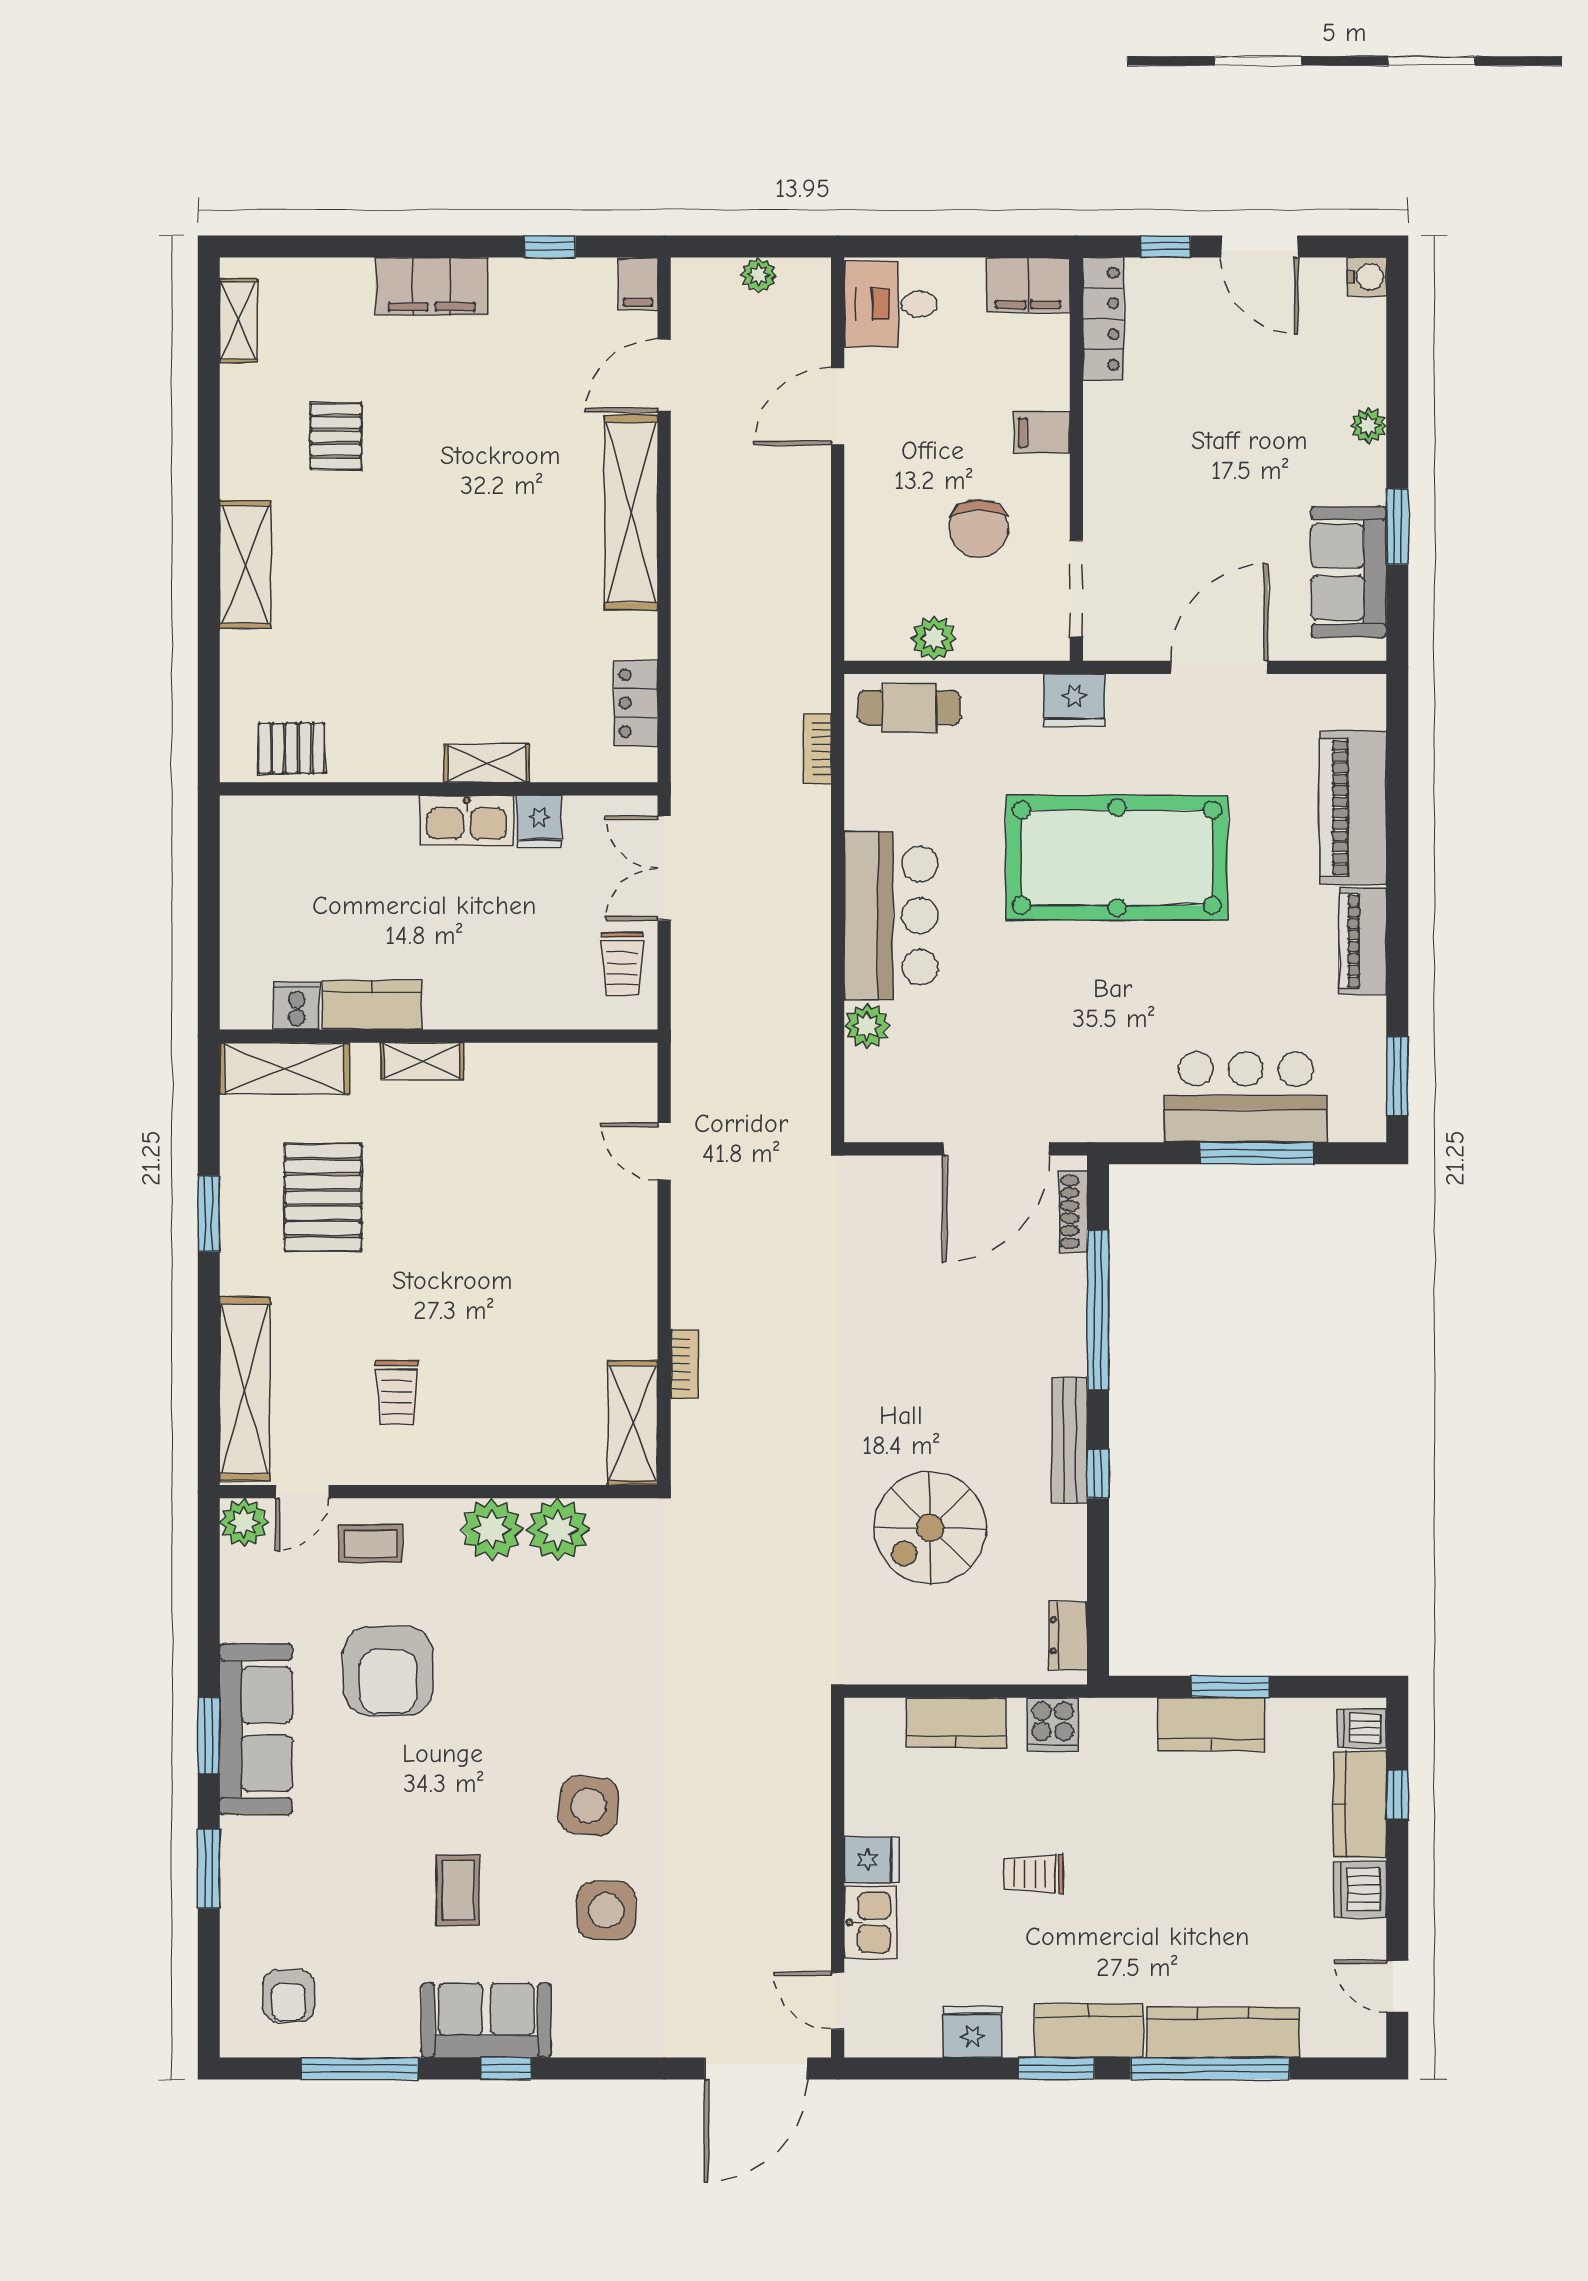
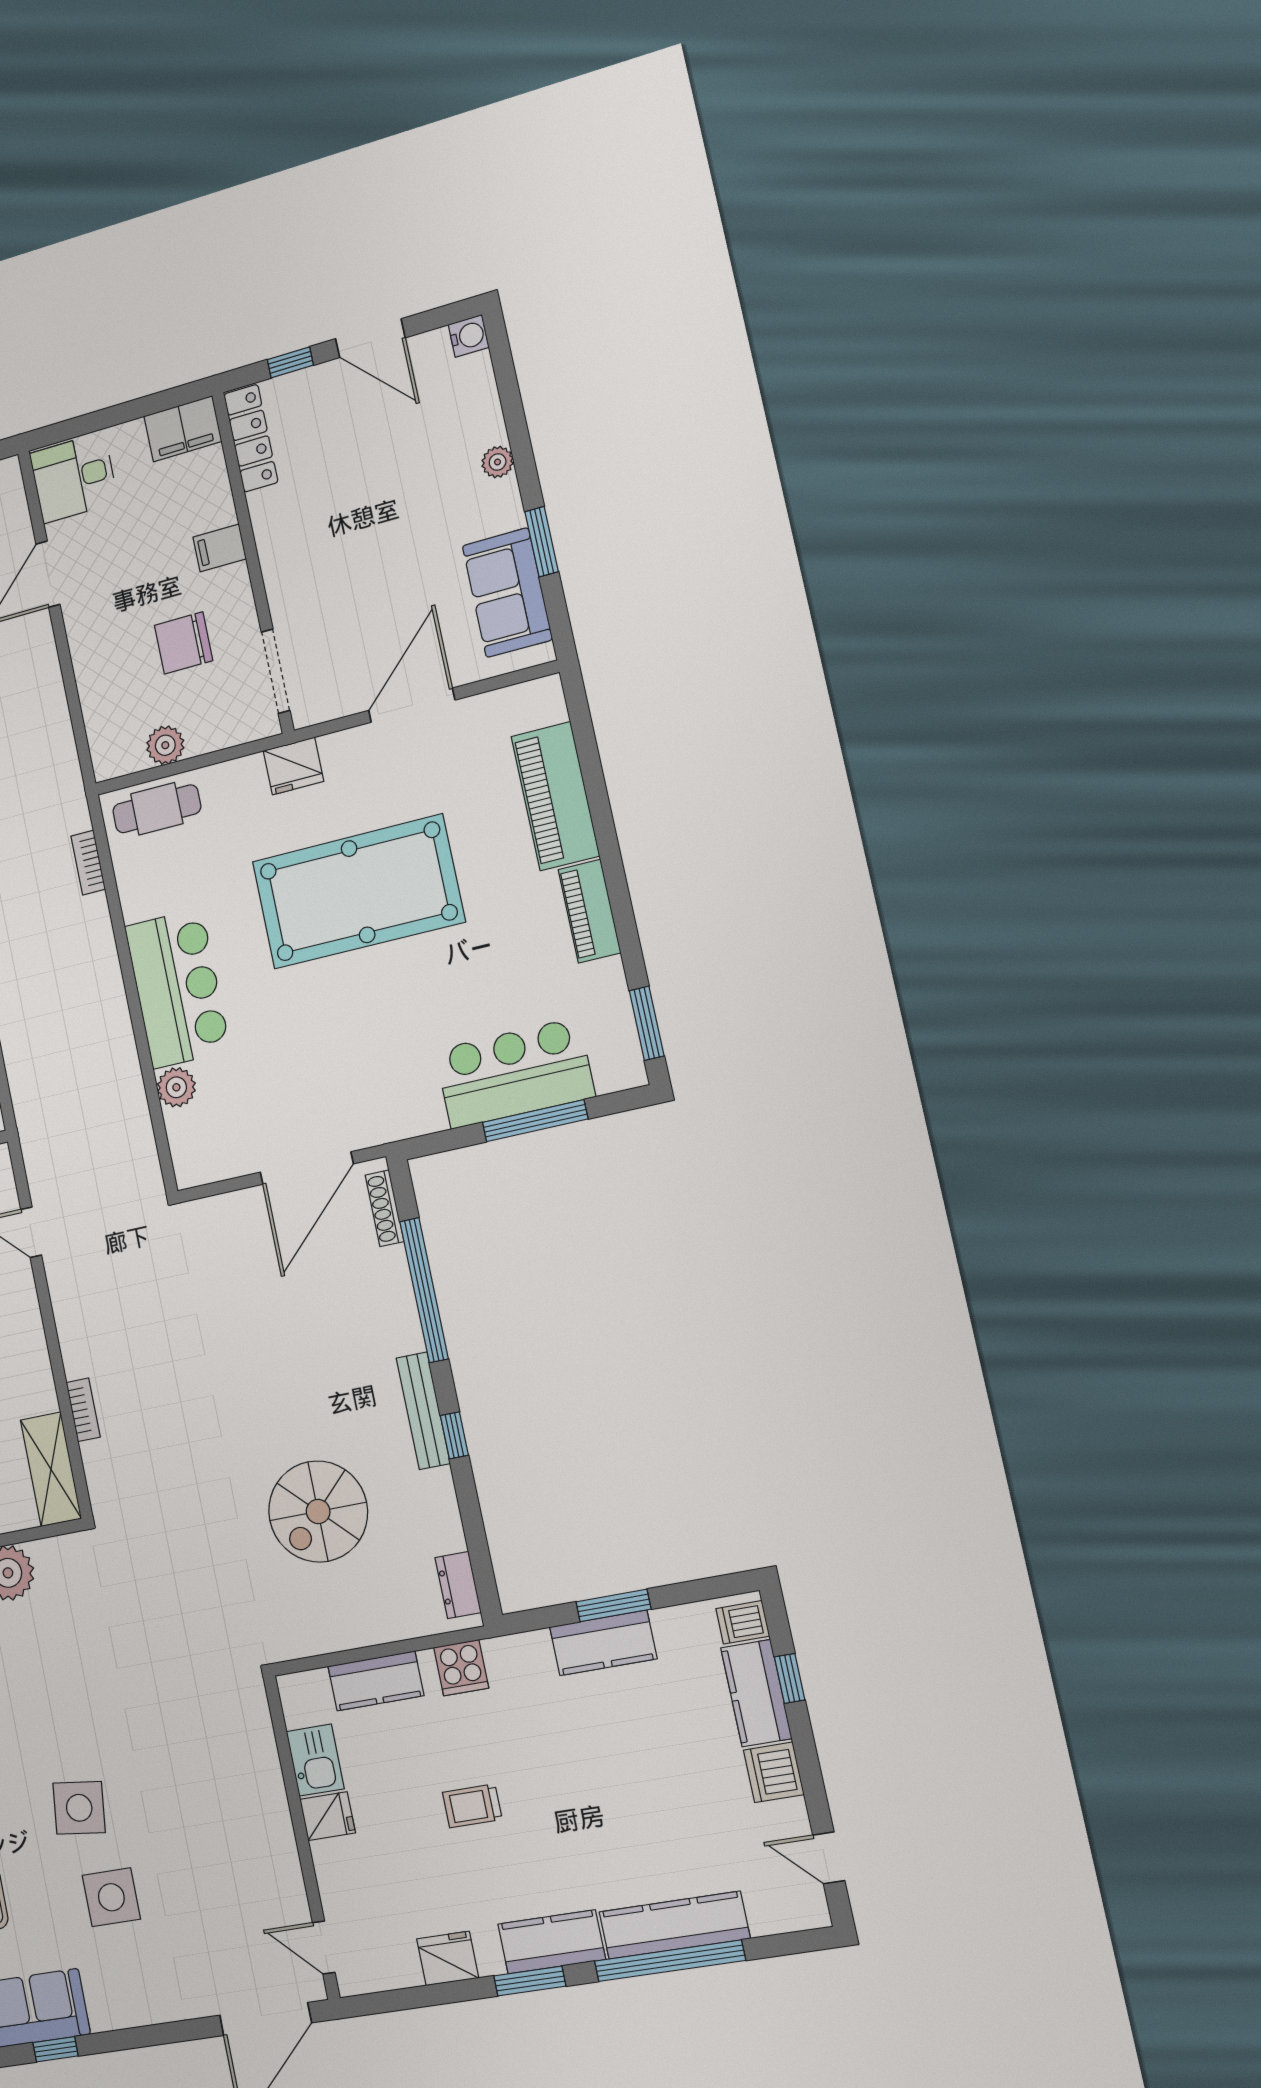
chair: (979, 528) -> (184, 643), turned 90
kitchen sink: (870, 1922) -> (315, 1760), moved

